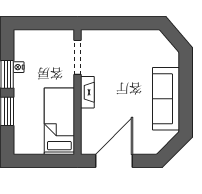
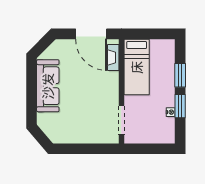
fireplace: (87, 92) -> (113, 58), moved
door: (114, 161) -> (91, 34), hinge flipped

